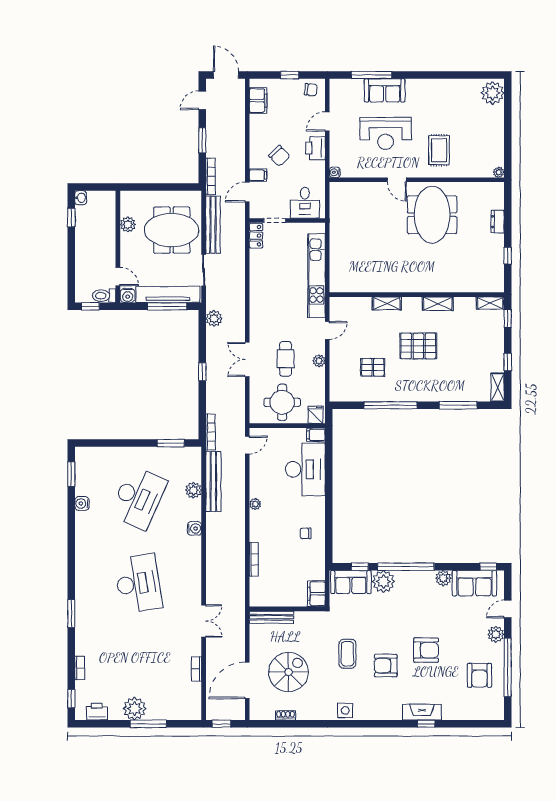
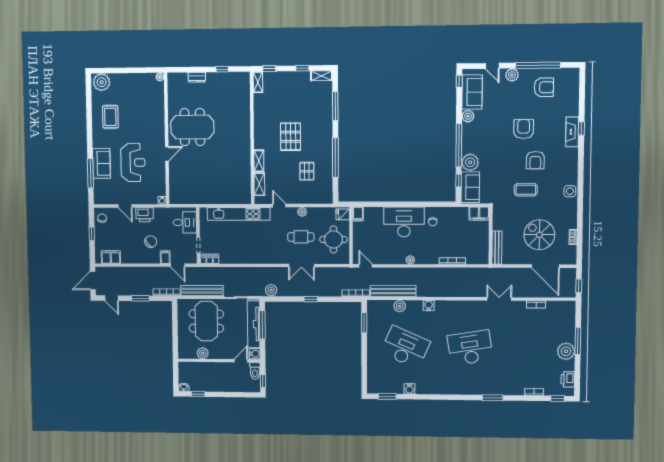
rug: (439, 150) -> (110, 117), moved, turned 90
shelving: (438, 304) -> (259, 184), moved
desk: (305, 469) -> (404, 222), moved

